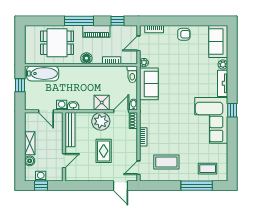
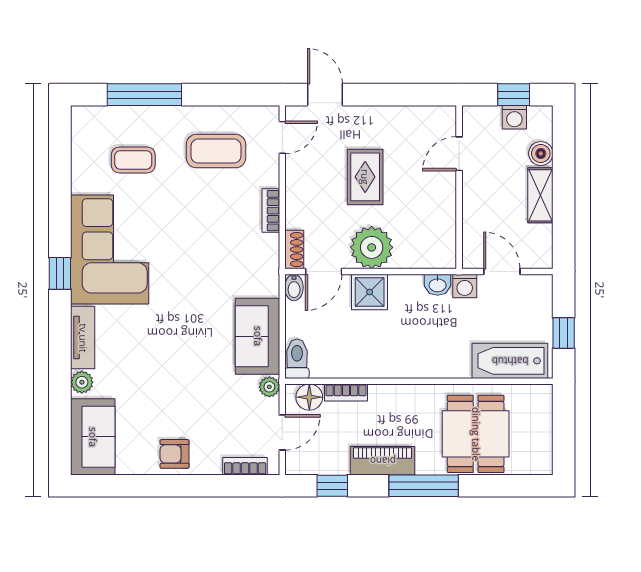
dining table: (57, 43) -> (476, 434), turned 90
floor lamp: (86, 58) -> (309, 397), moved
bench: (70, 130) -> (445, 228), removed
coffee table: (208, 169) -> (133, 160), moved

